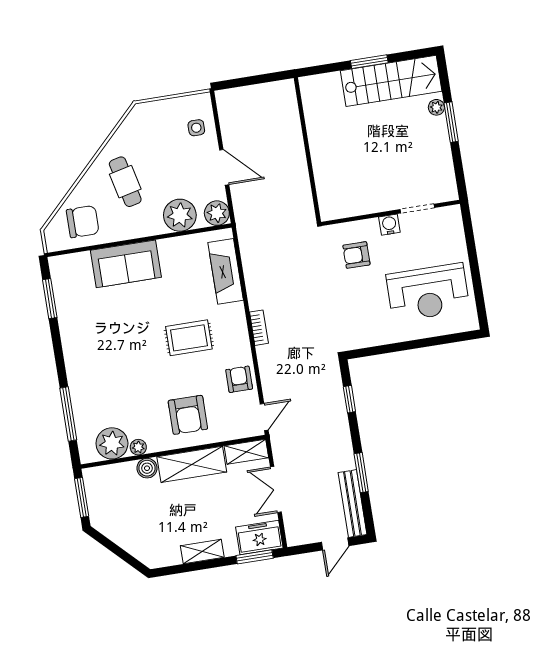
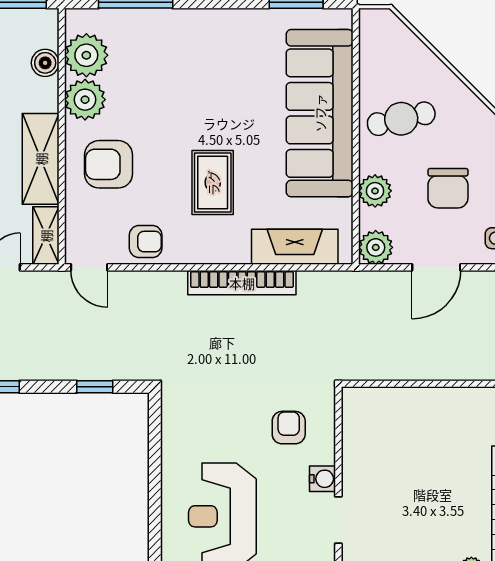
cafe table: (125, 182) -> (401, 119), moved
plant: (180, 215) -> (375, 191), width x0.73, depth x0.73
chair: (83, 222) -> (448, 188), moved
sofa: (126, 264) -> (320, 113), width x1.85, depth x1.27
bookcase: (259, 328) -> (242, 283), width x2.31, depth x1.31
plant: (138, 447) -> (85, 100), width x1.87, depth x1.87
boiler: (147, 468) -> (45, 63), moved

